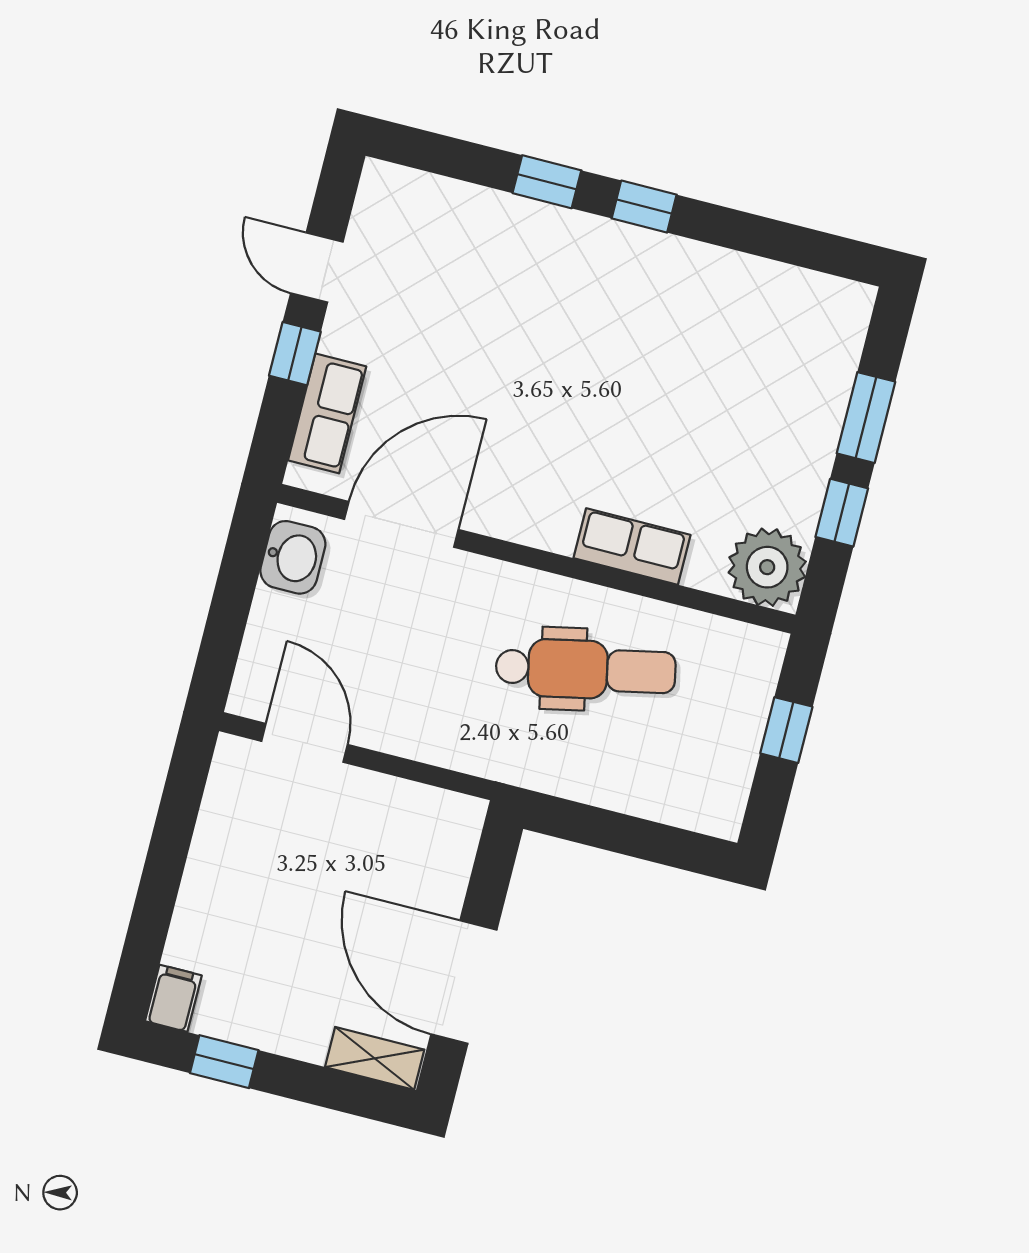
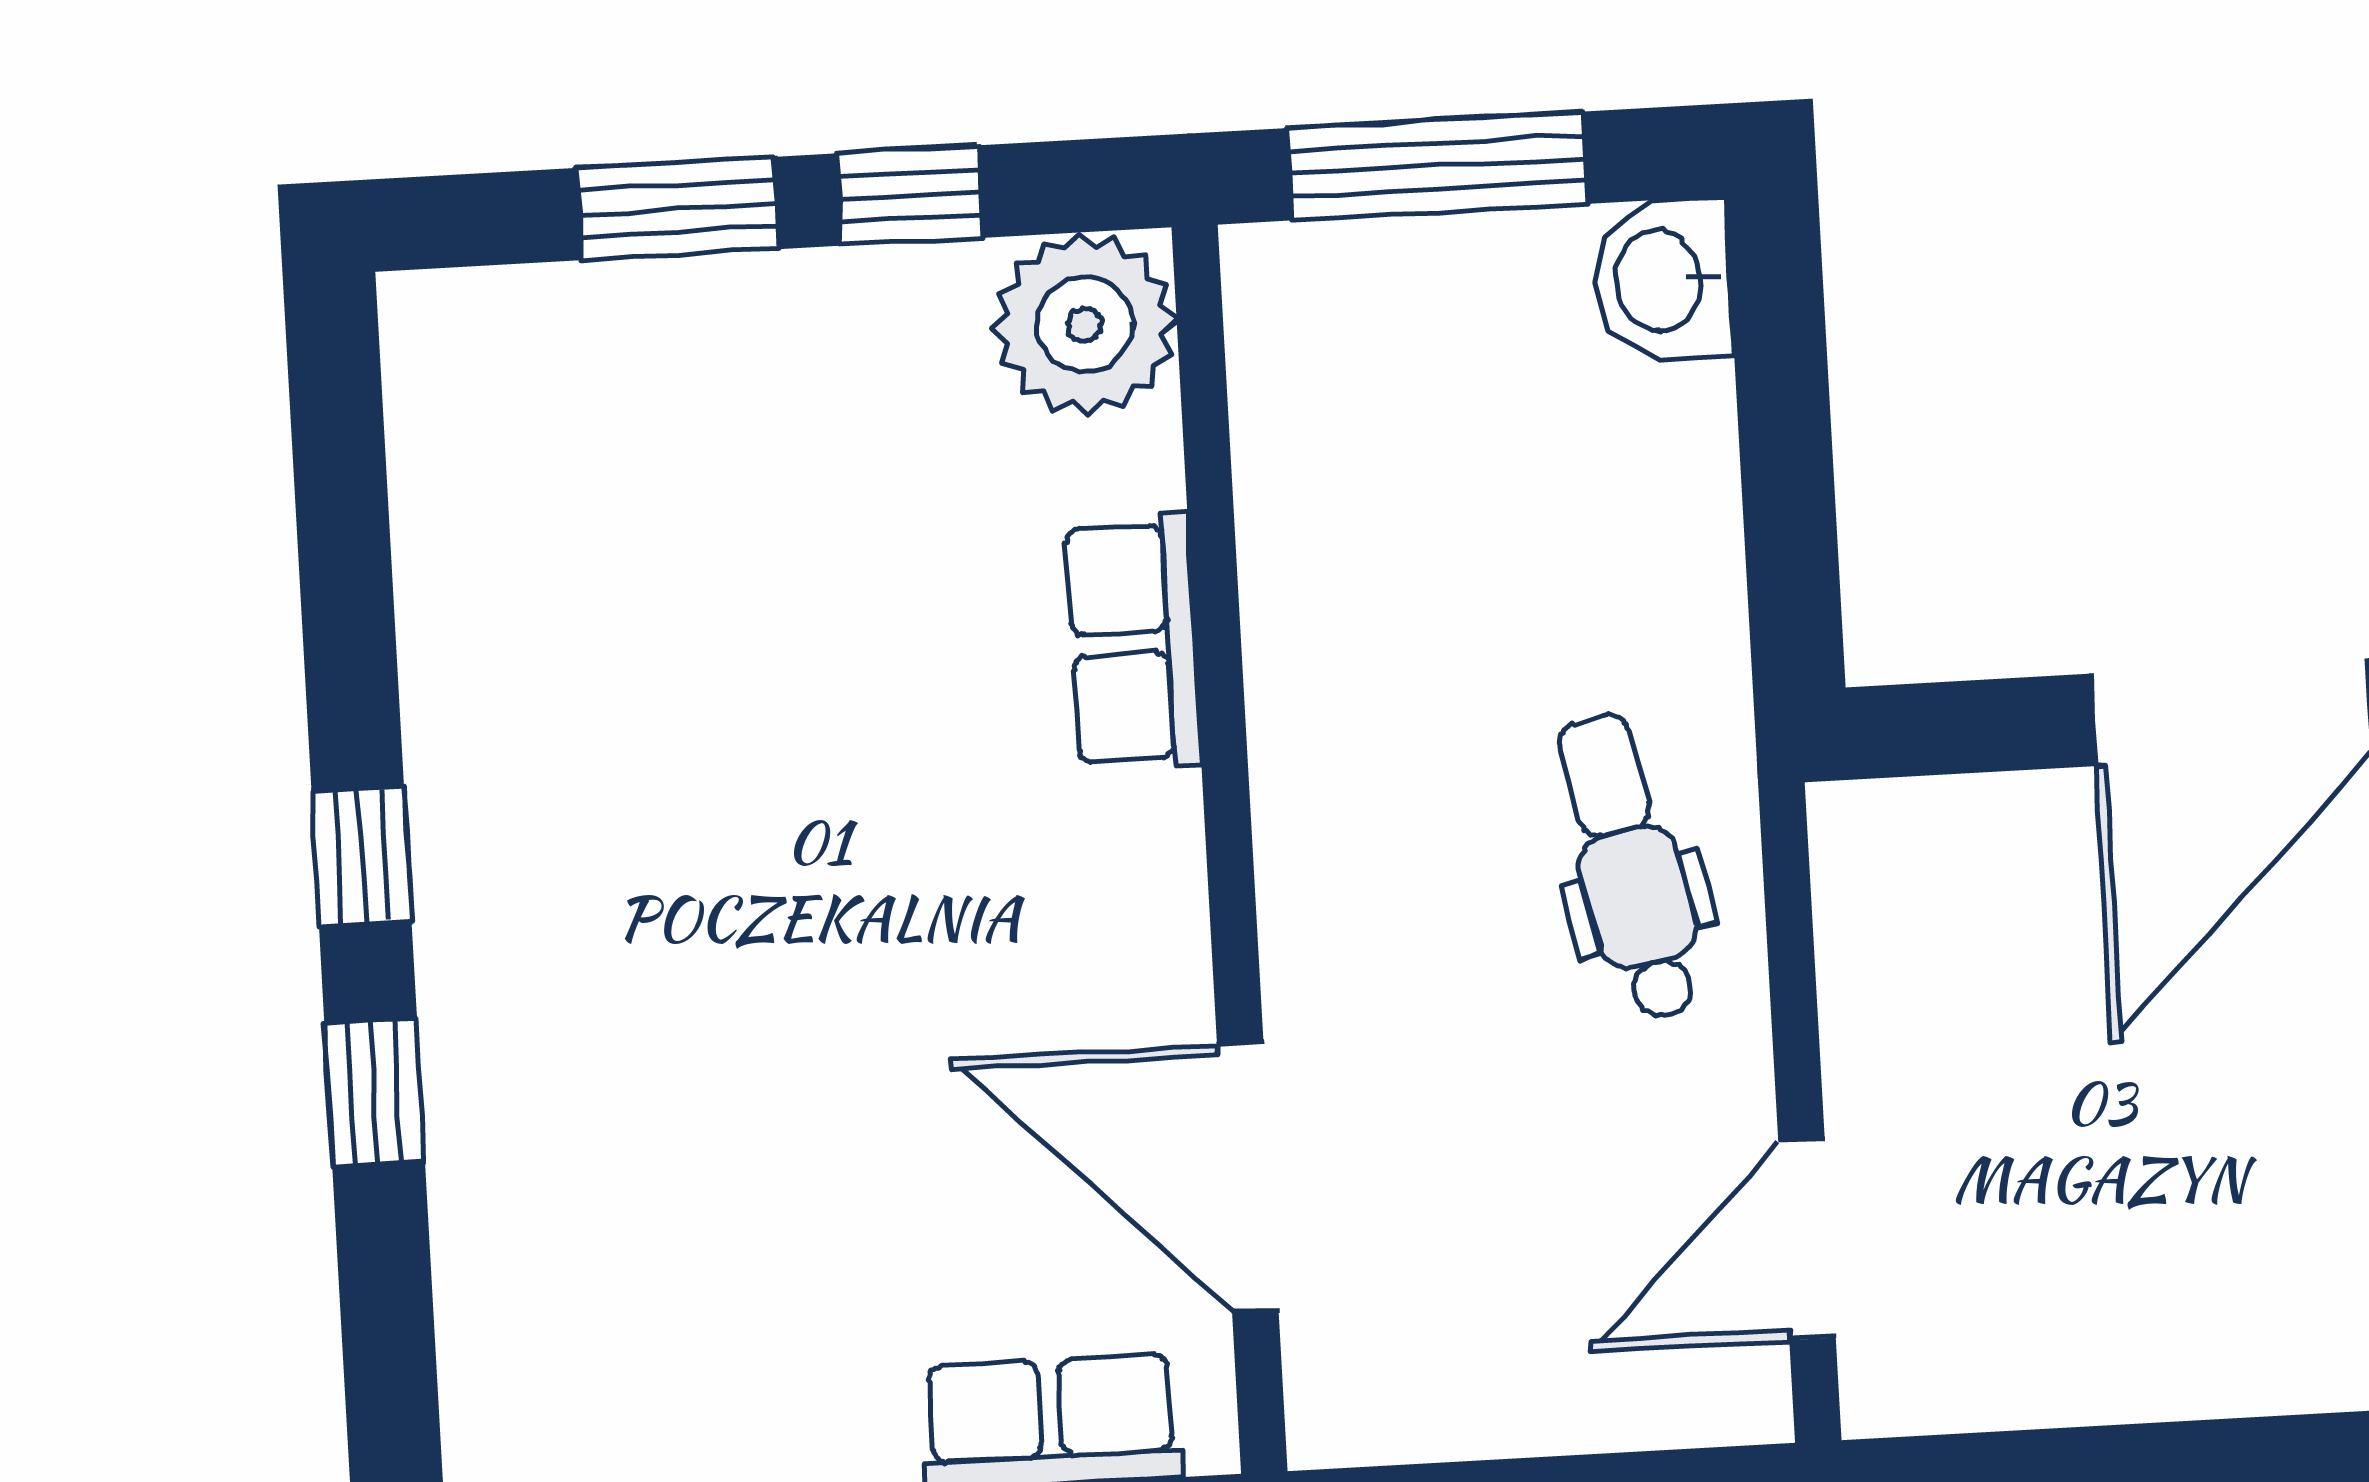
washbasin: (293, 557) -> (1662, 280), moved, turned -90
dental chair: (586, 669) -> (1630, 867), moved, width x0.73, depth x0.72
window: (786, 730) -> (1437, 166), width x2.17

